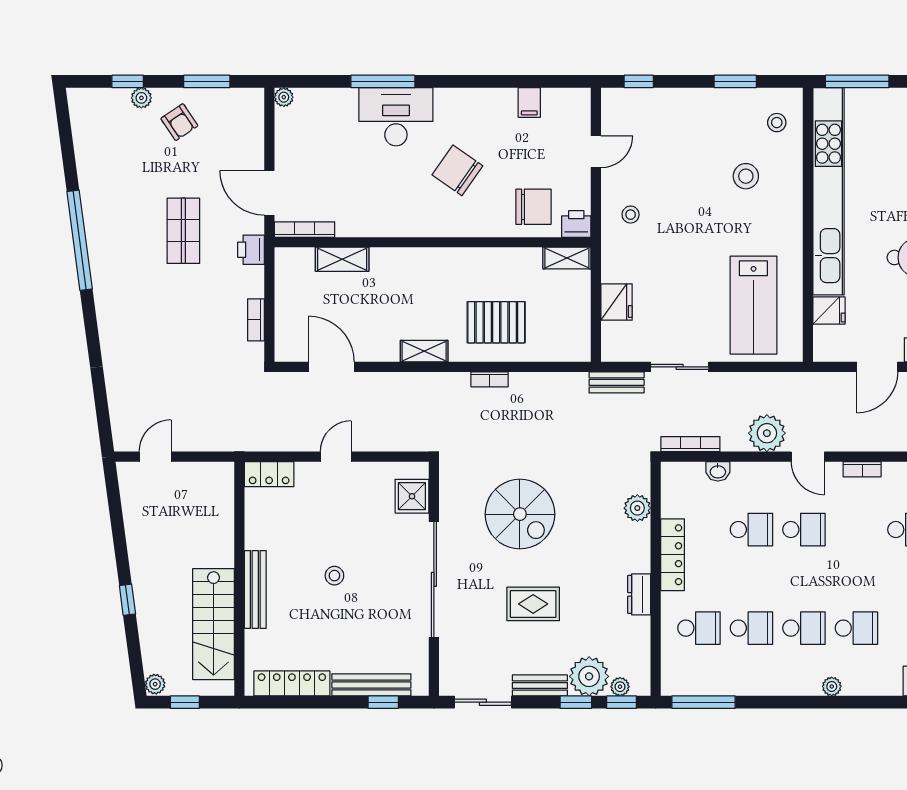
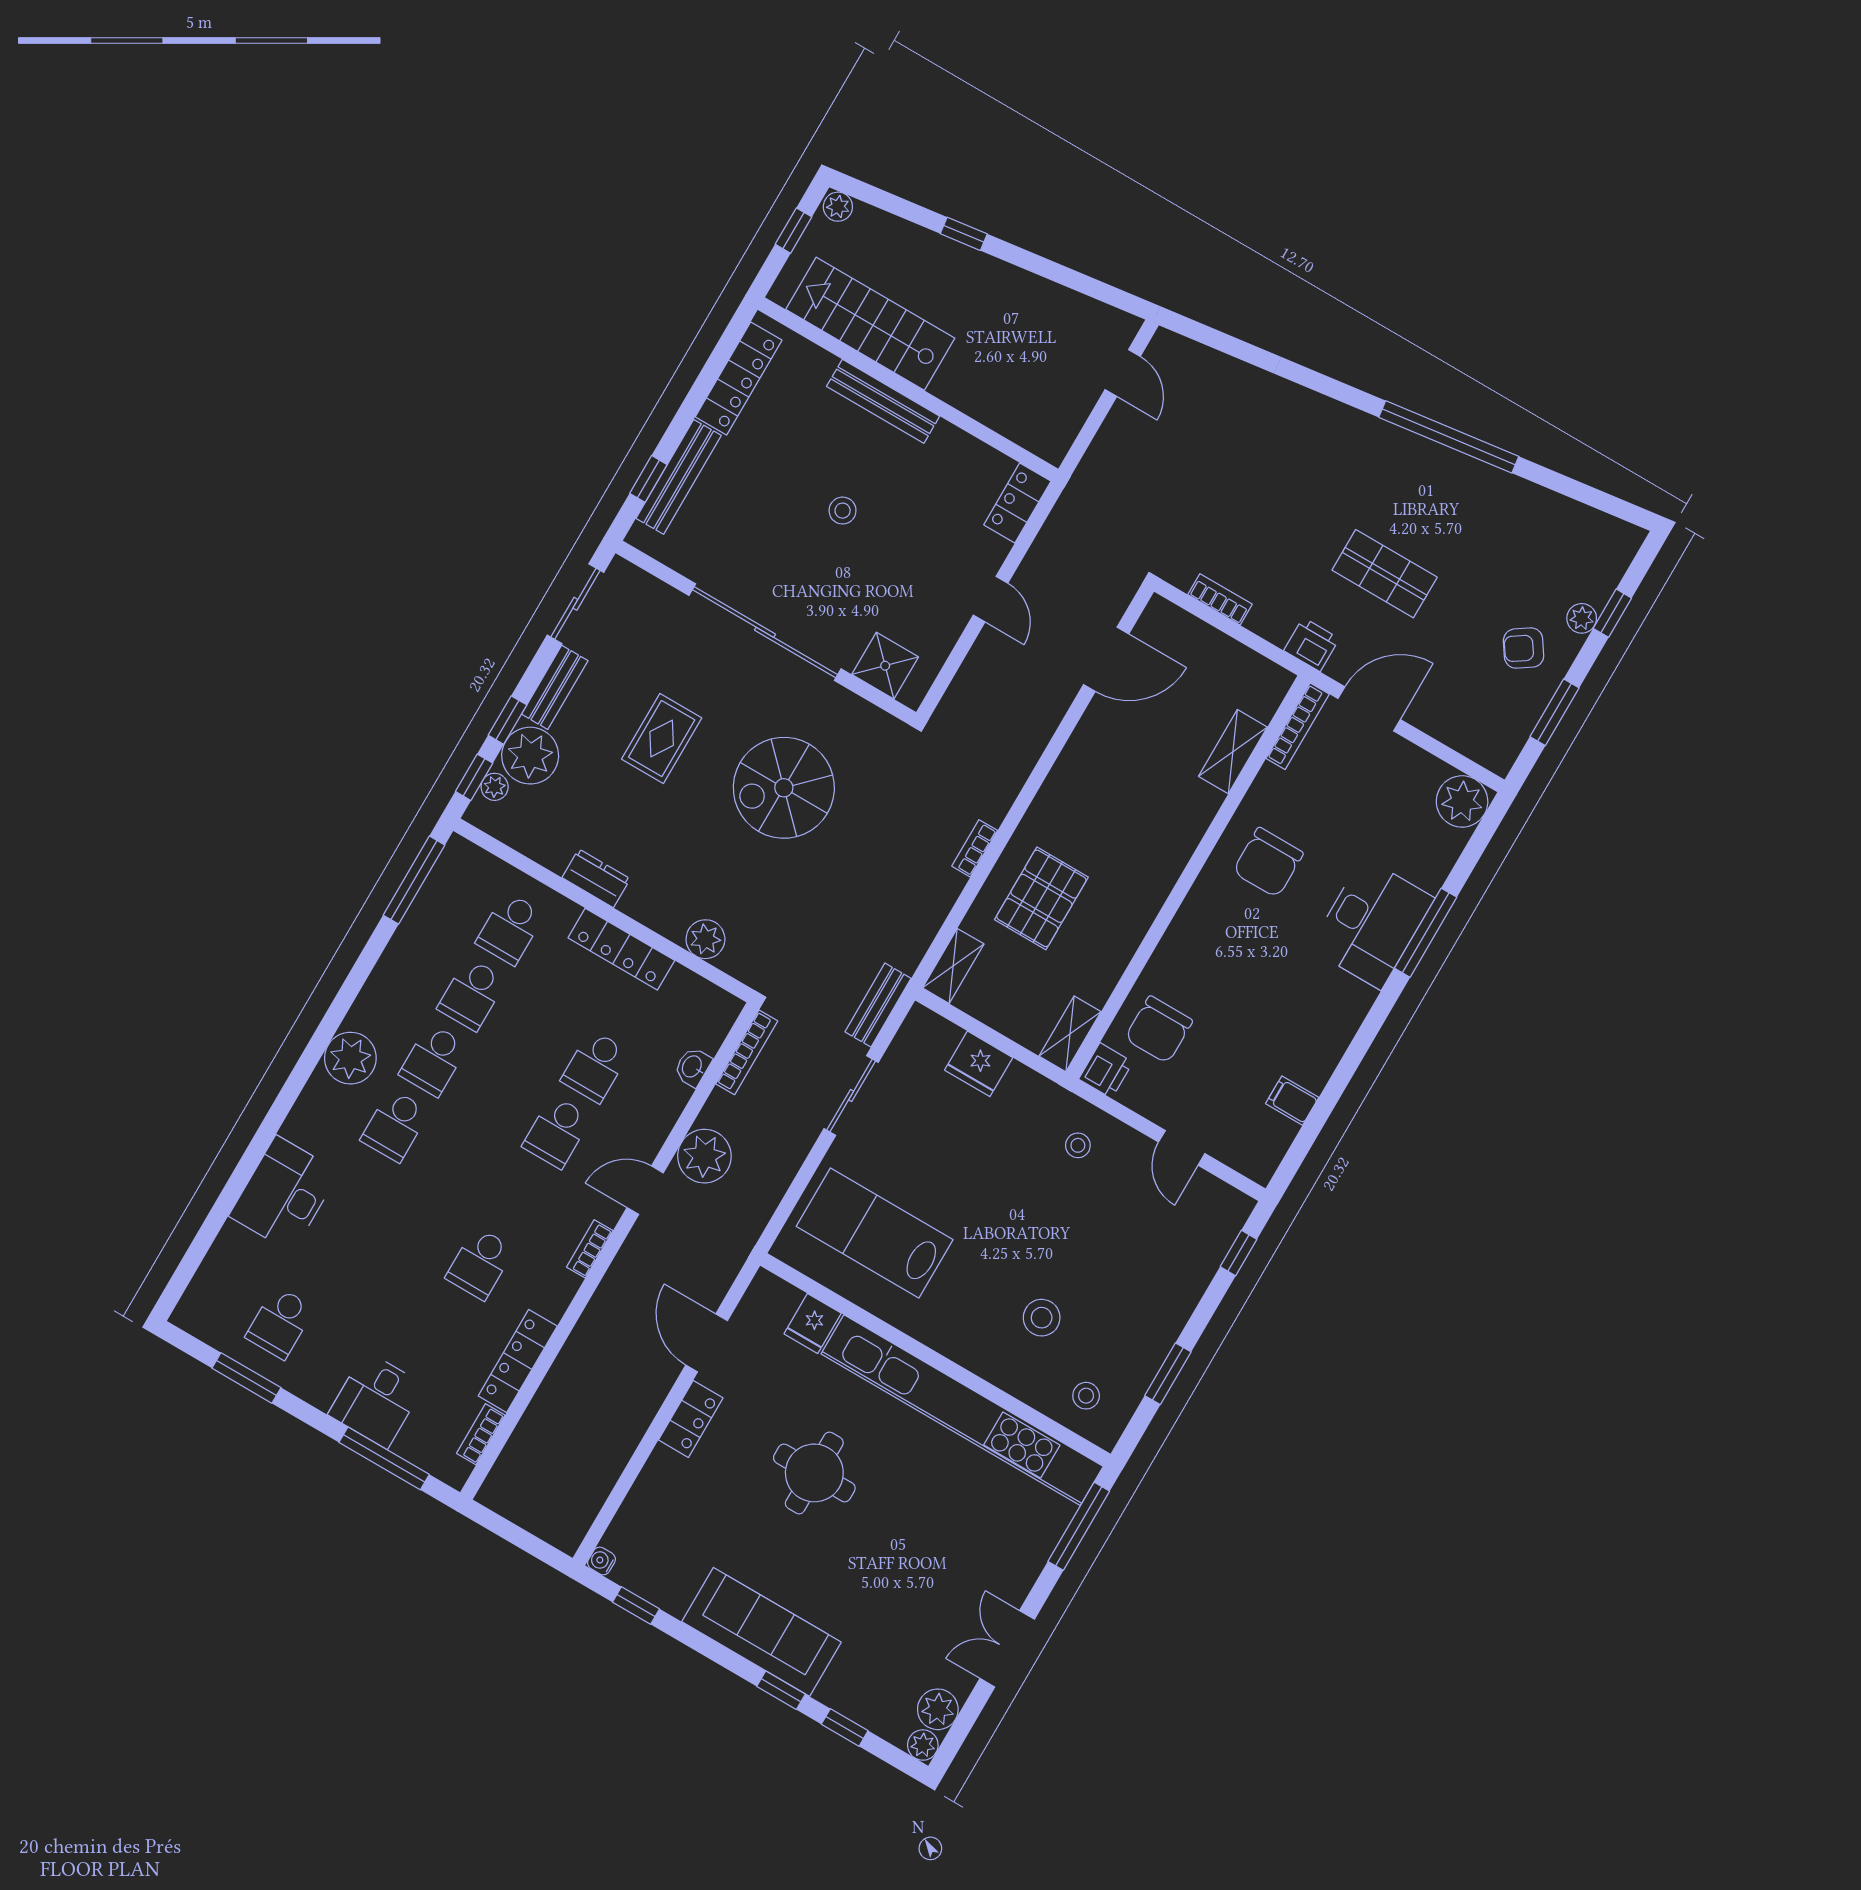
plant: (284, 97) -> (1462, 801), width x1.87, depth x1.87
chair: (457, 170) -> (1268, 862), moved, turned 145
shelving: (424, 351) -> (953, 966), moved
plant: (832, 686) -> (350, 1058), width x1.88, depth x1.88

